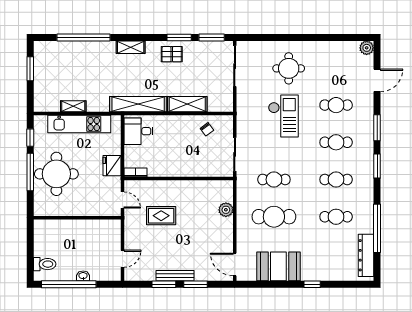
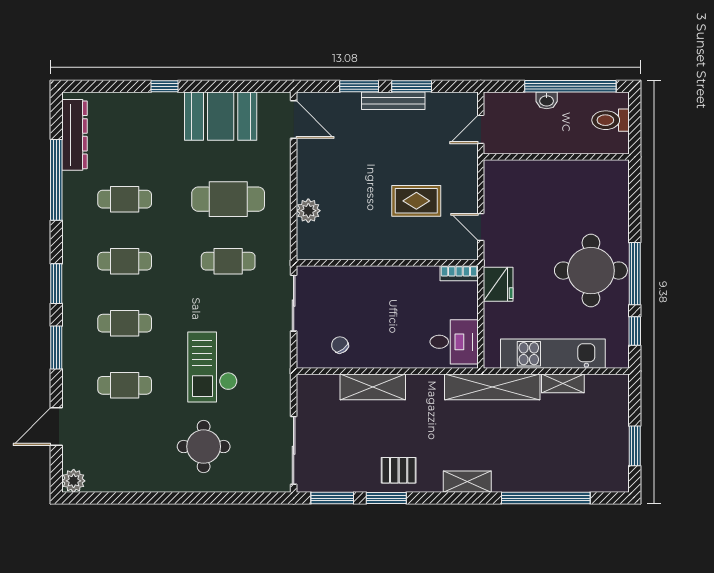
shelving: (138, 104) -> (492, 387), moved
wall: (77, 218) -> (556, 157), moved

